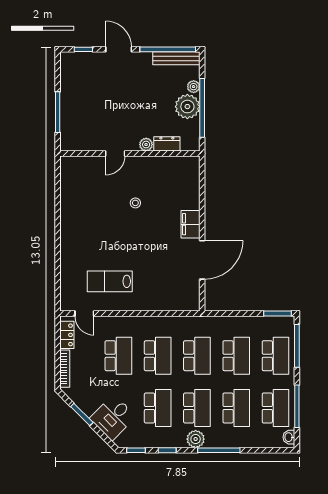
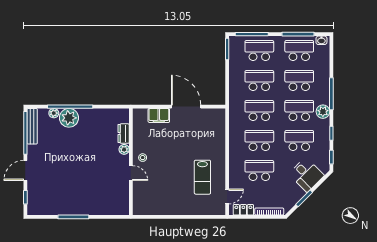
dresser: (167, 144) -> (124, 134), moved
plant: (146, 145) -> (124, 149), moved
door: (115, 153) -> (131, 173), moved
wall: (130, 153) -> (131, 162), moved

